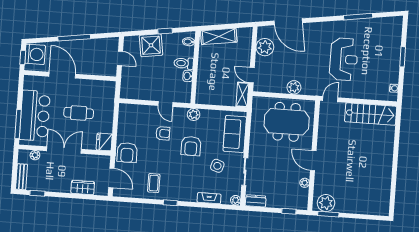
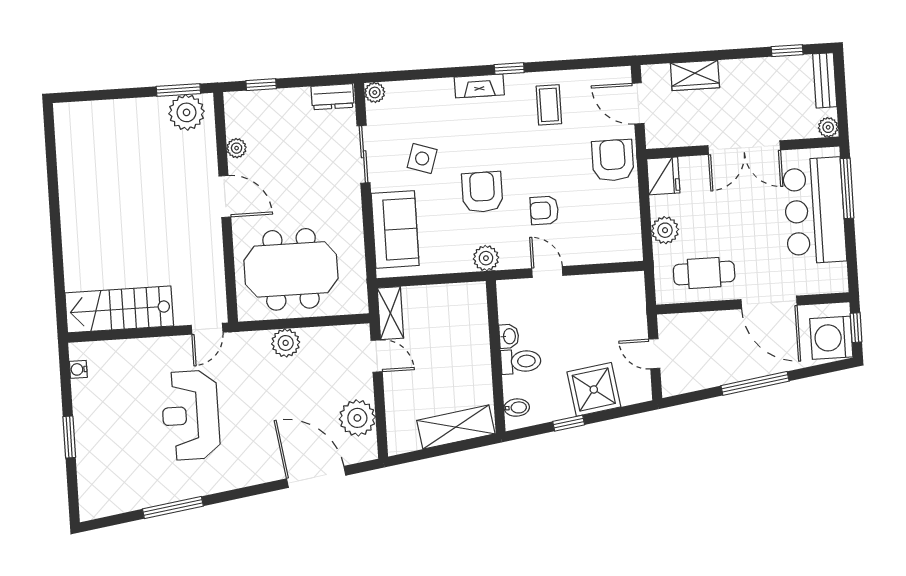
cafe table: (79, 113) -> (704, 273), moved
plant: (107, 116) -> (665, 230), added
plant: (35, 155) -> (828, 127), moved
fireplace: (209, 198) -> (479, 86), moved

